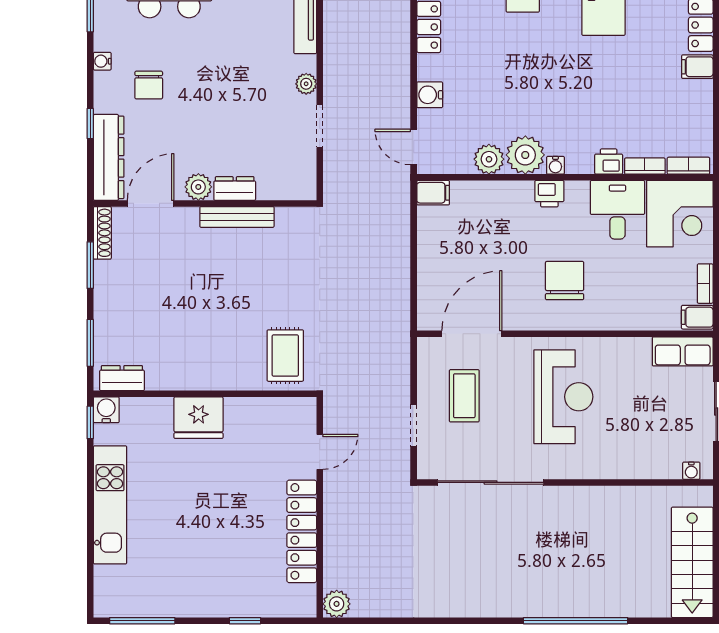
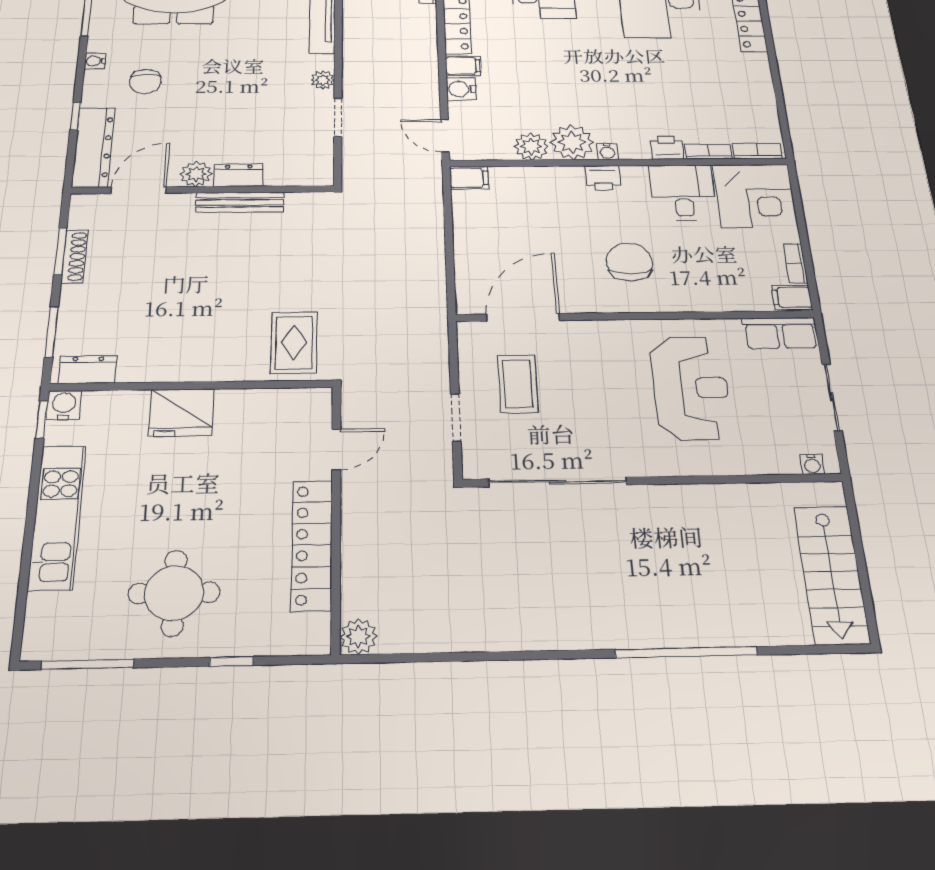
filing cabinet: (697, 67) -> (463, 66), moved, turned 180
shoe rack: (102, 233) -> (74, 256), moved
reception desk: (563, 397) -> (691, 388), moved
round table: (201, 568) -> (174, 593), added

